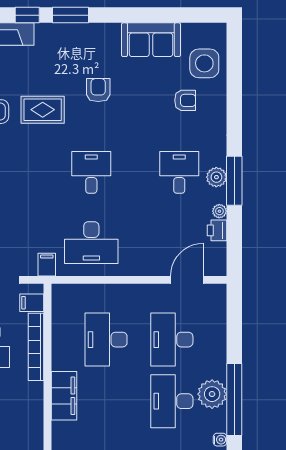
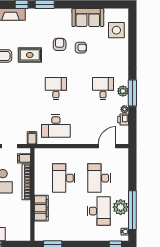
armchair: (185, 100) -> (81, 48), moved
desk: (172, 401) -> (99, 211), turned 180

